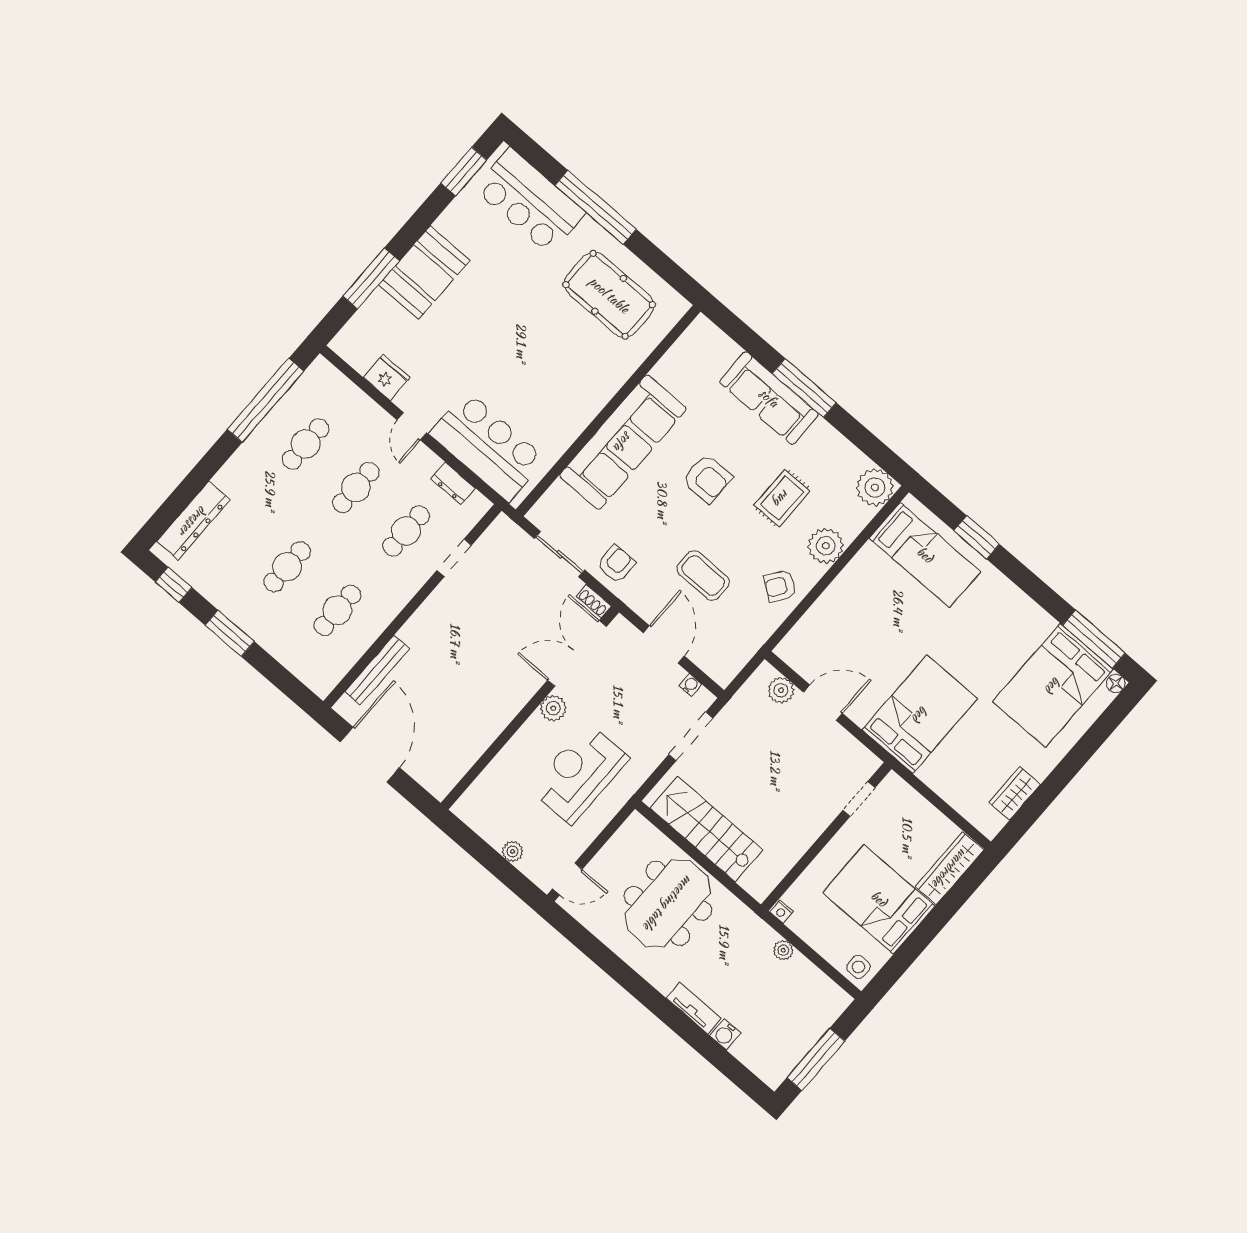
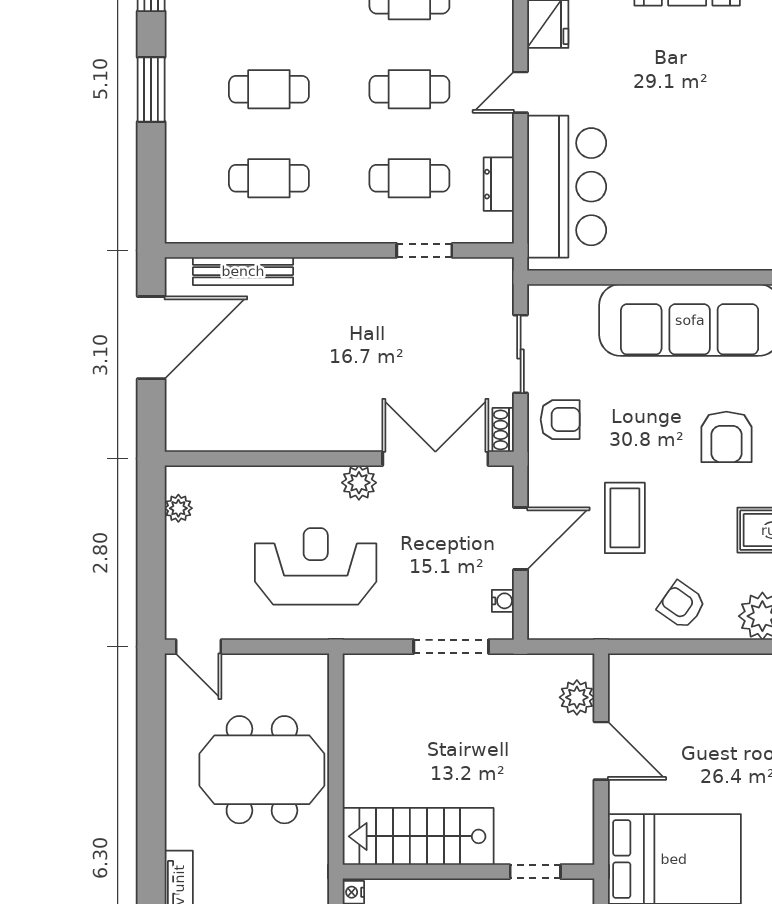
stairs: (706, 829) -> (418, 836), moved, turned -90
plant: (513, 851) -> (178, 508), moved

